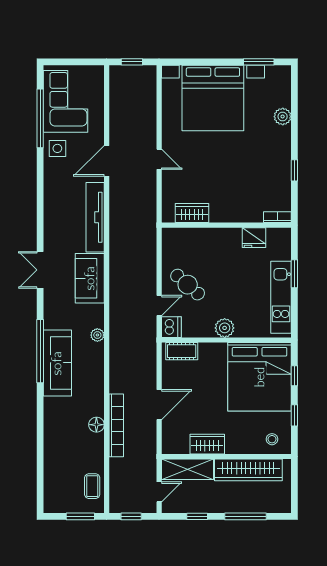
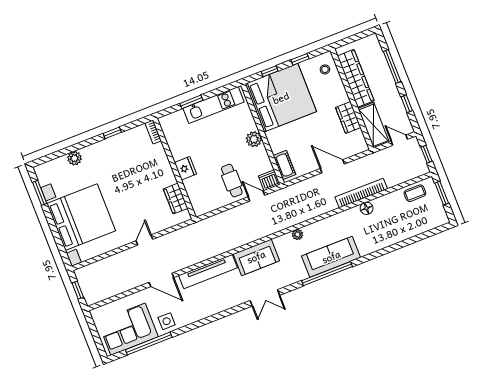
fridge: (254, 238) -> (185, 168), moved
cafe table: (188, 285) -> (232, 181), turned -41

